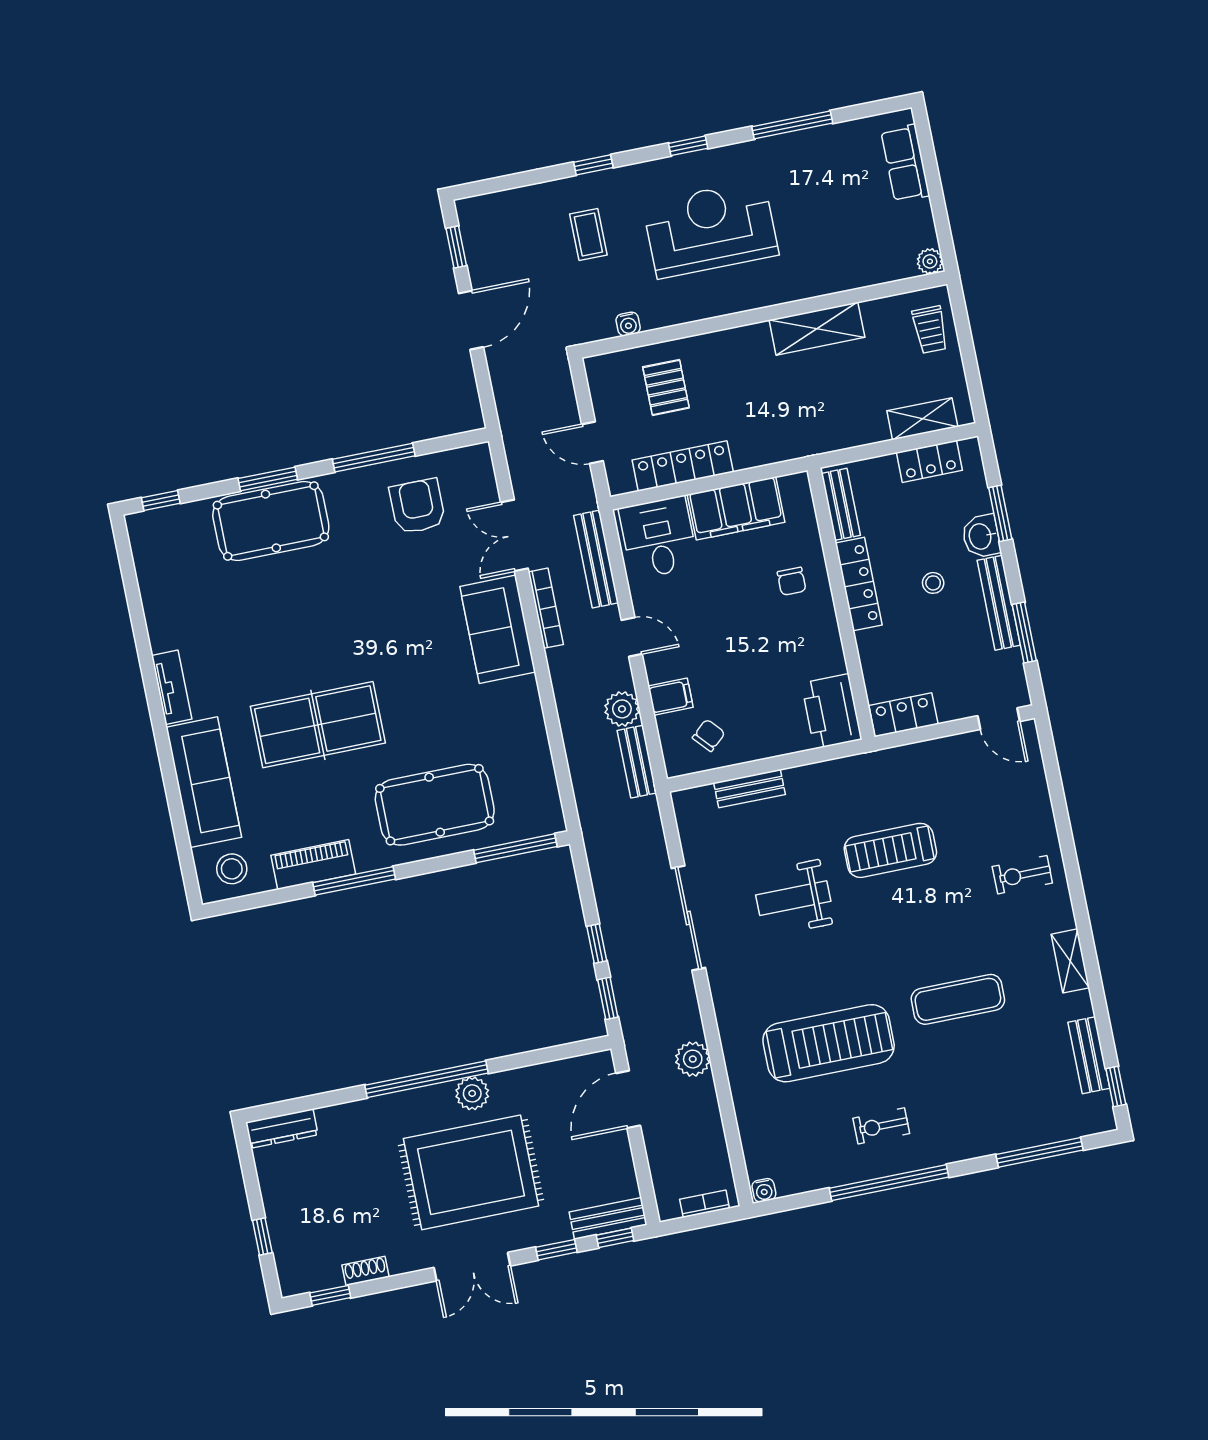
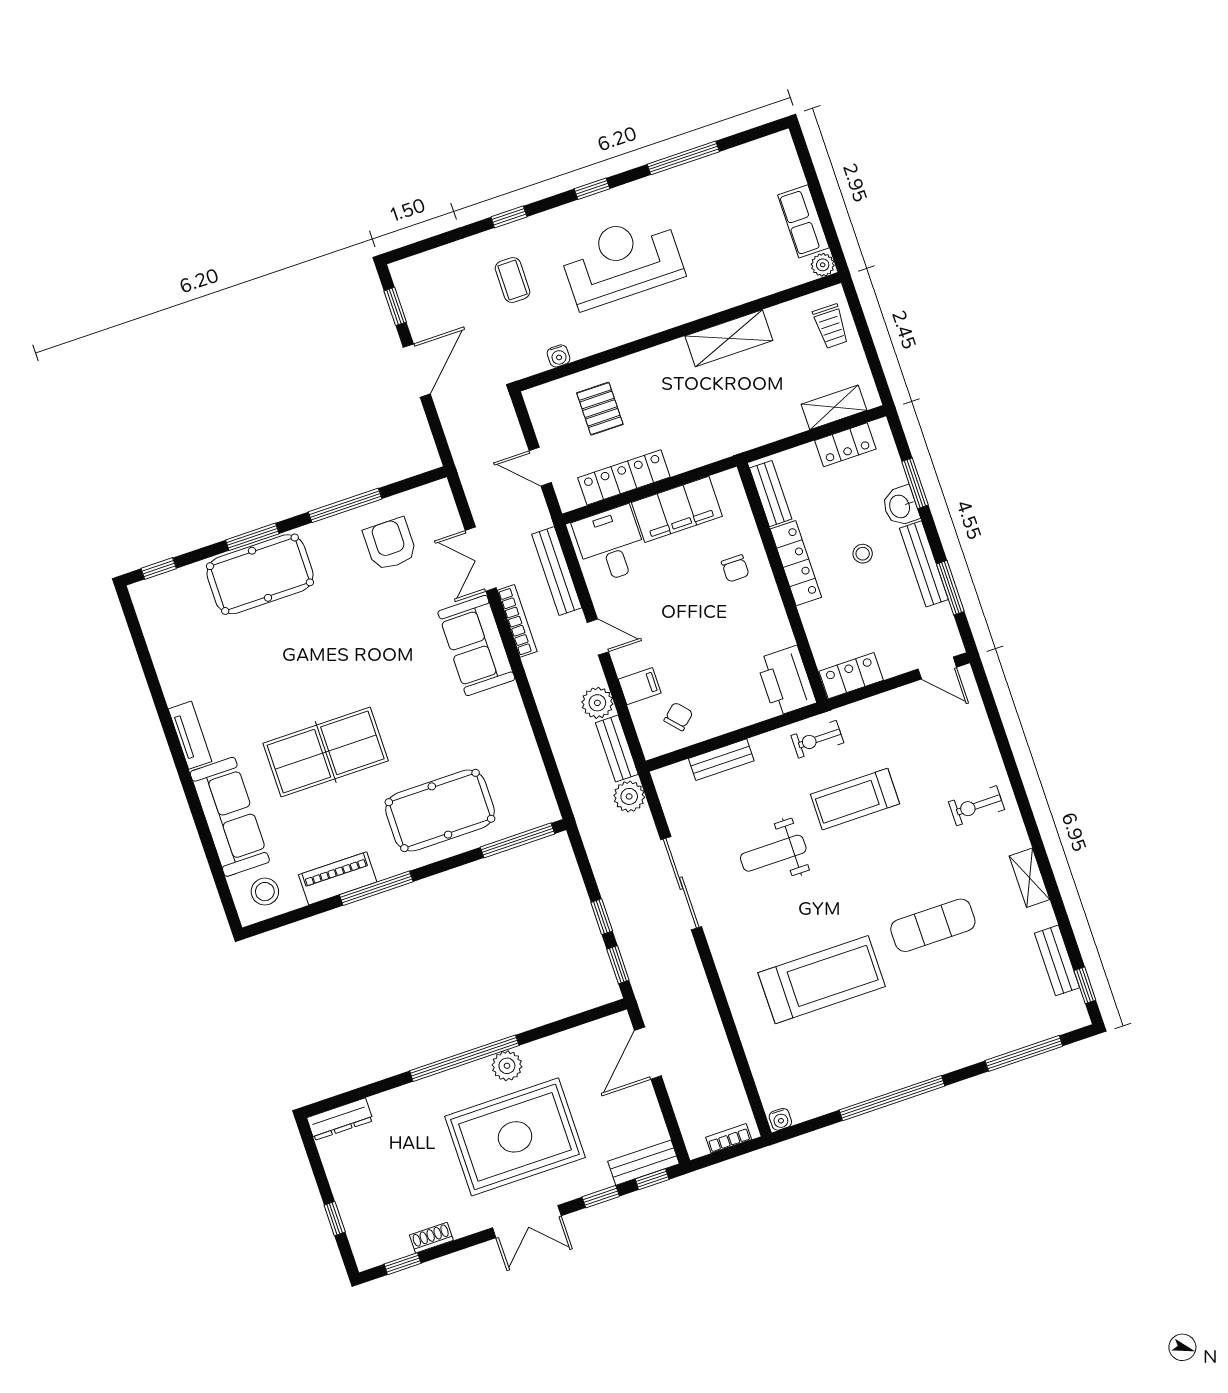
row of seats: (905, 163) -> (803, 221), moved
plant: (693, 1059) -> (629, 796), moved
exercise bike: (881, 1126) -> (817, 739), moved

